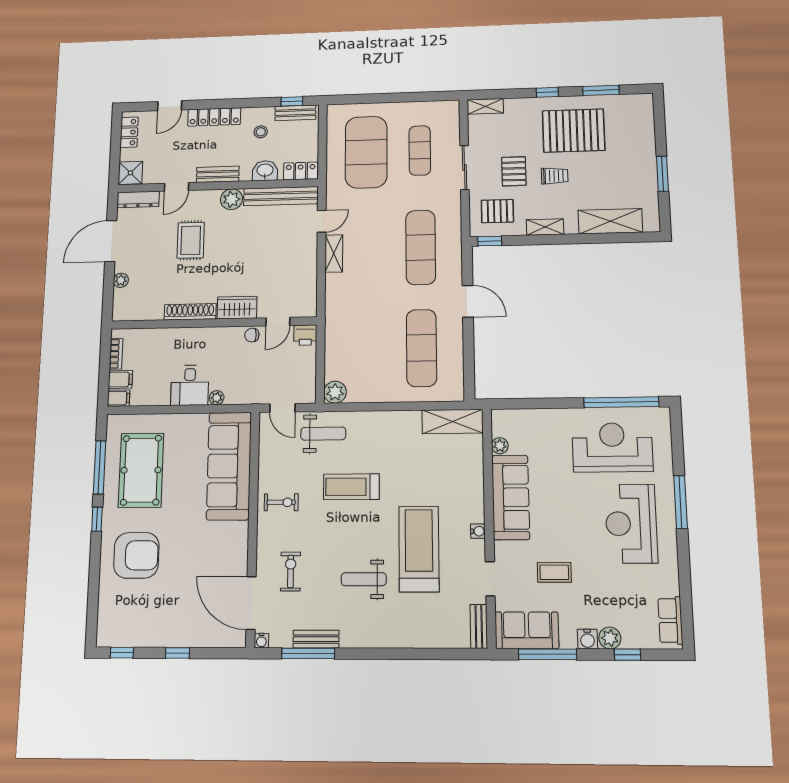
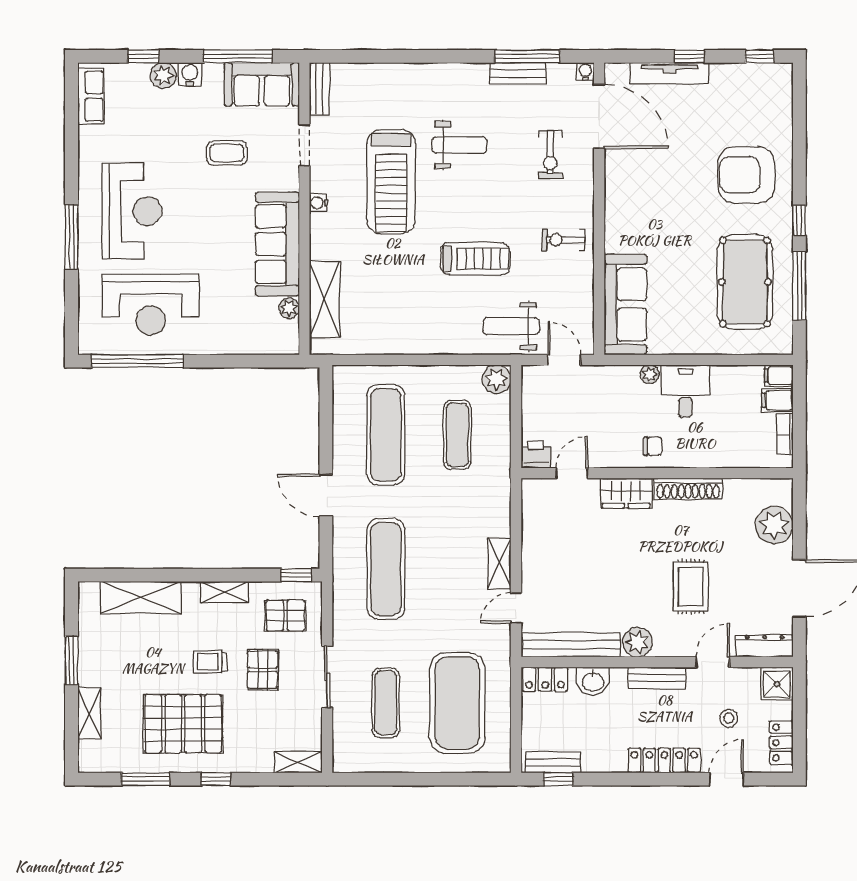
stool: (261, 132) -> (729, 718), moved
shelving: (646, 136) -> (89, 713), added
plant: (121, 280) -> (774, 525), width x1.87, depth x1.87
chair: (252, 335) -> (653, 446), moved
exercise mat: (366, 349) -> (457, 435), added
shelving: (453, 421) -> (325, 300), moved, turned 90
sofa: (229, 466) -> (625, 304), width x0.74, depth x0.79
tv unit: (194, 639) -> (670, 73), added

